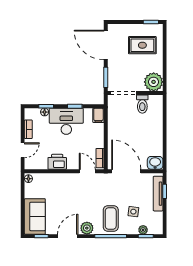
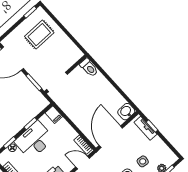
plant: (154, 82) -> (72, 54), removed
toilet: (142, 104) -> (89, 68), moved
door: (126, 171) -> (111, 137), hinge flipped
tv unit: (158, 194) -> (145, 128), width x0.71

